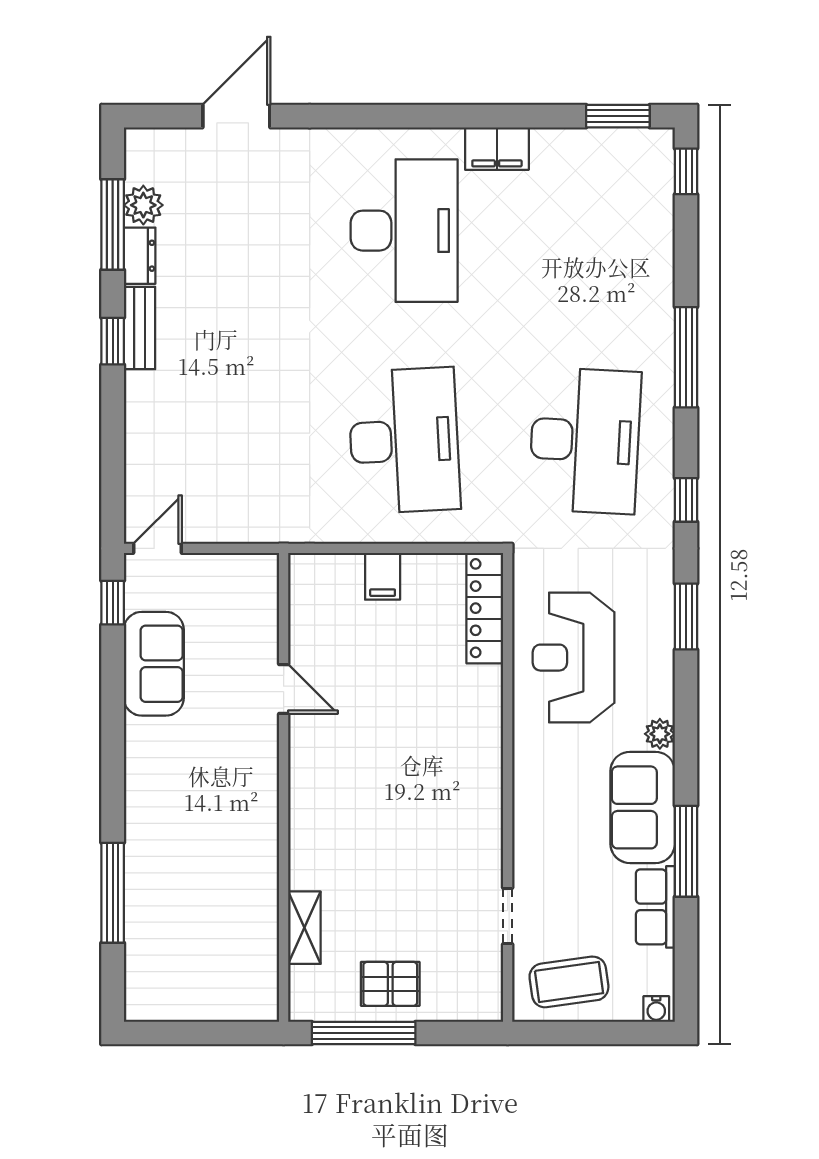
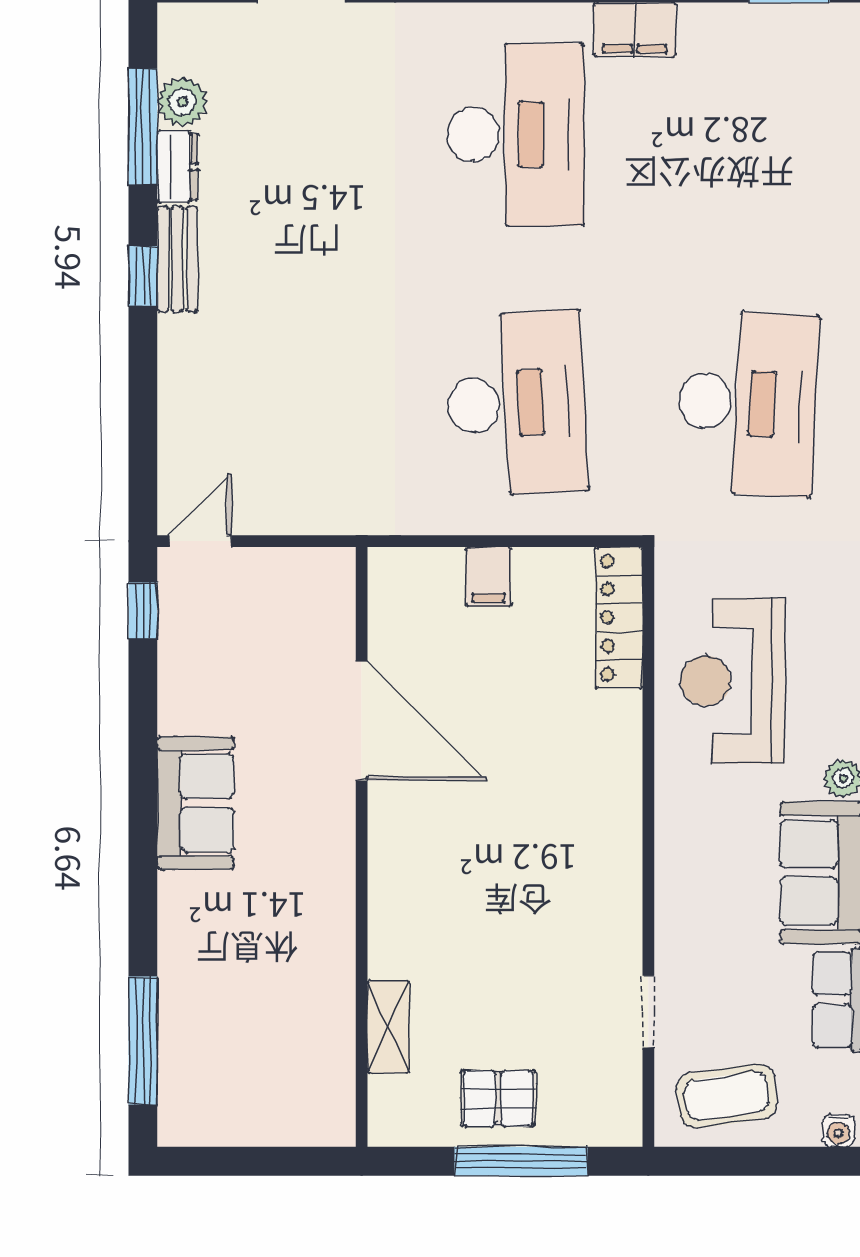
sofa: (154, 664) -> (196, 803), moved
door: (284, 689) -> (362, 721), width x1.87
window: (113, 893) -> (143, 1041), moved
window: (364, 1033) -> (521, 1161), moved

